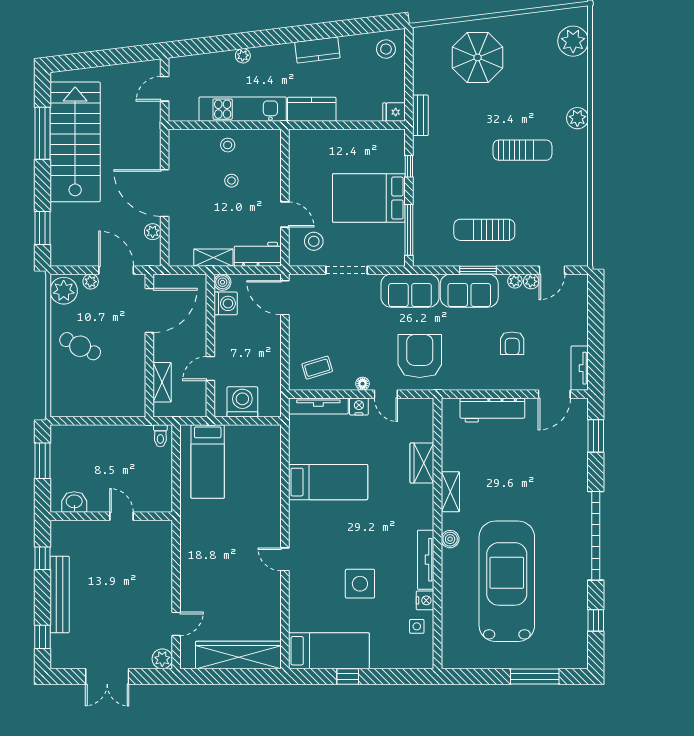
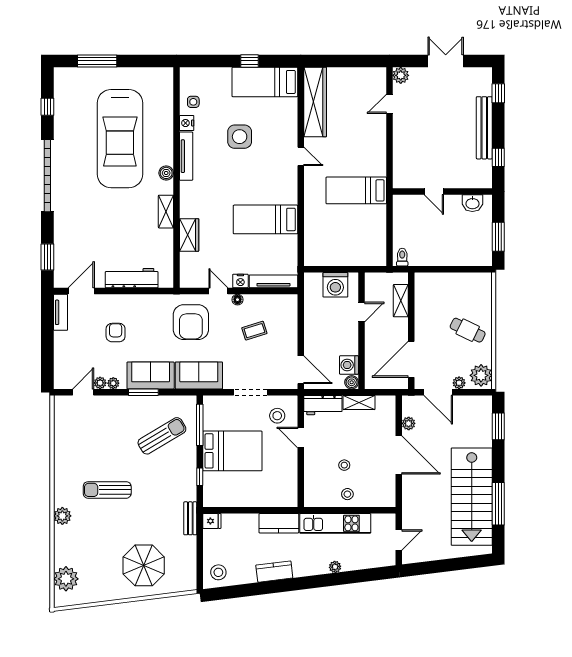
sun lounger: (484, 230) -> (162, 436), moved, turned -31
coffee table: (317, 368) -> (254, 331), moved
bed: (208, 462) -> (356, 190), moved, turned -90
wardrobe: (238, 655) -> (315, 102), moved, turned -90

